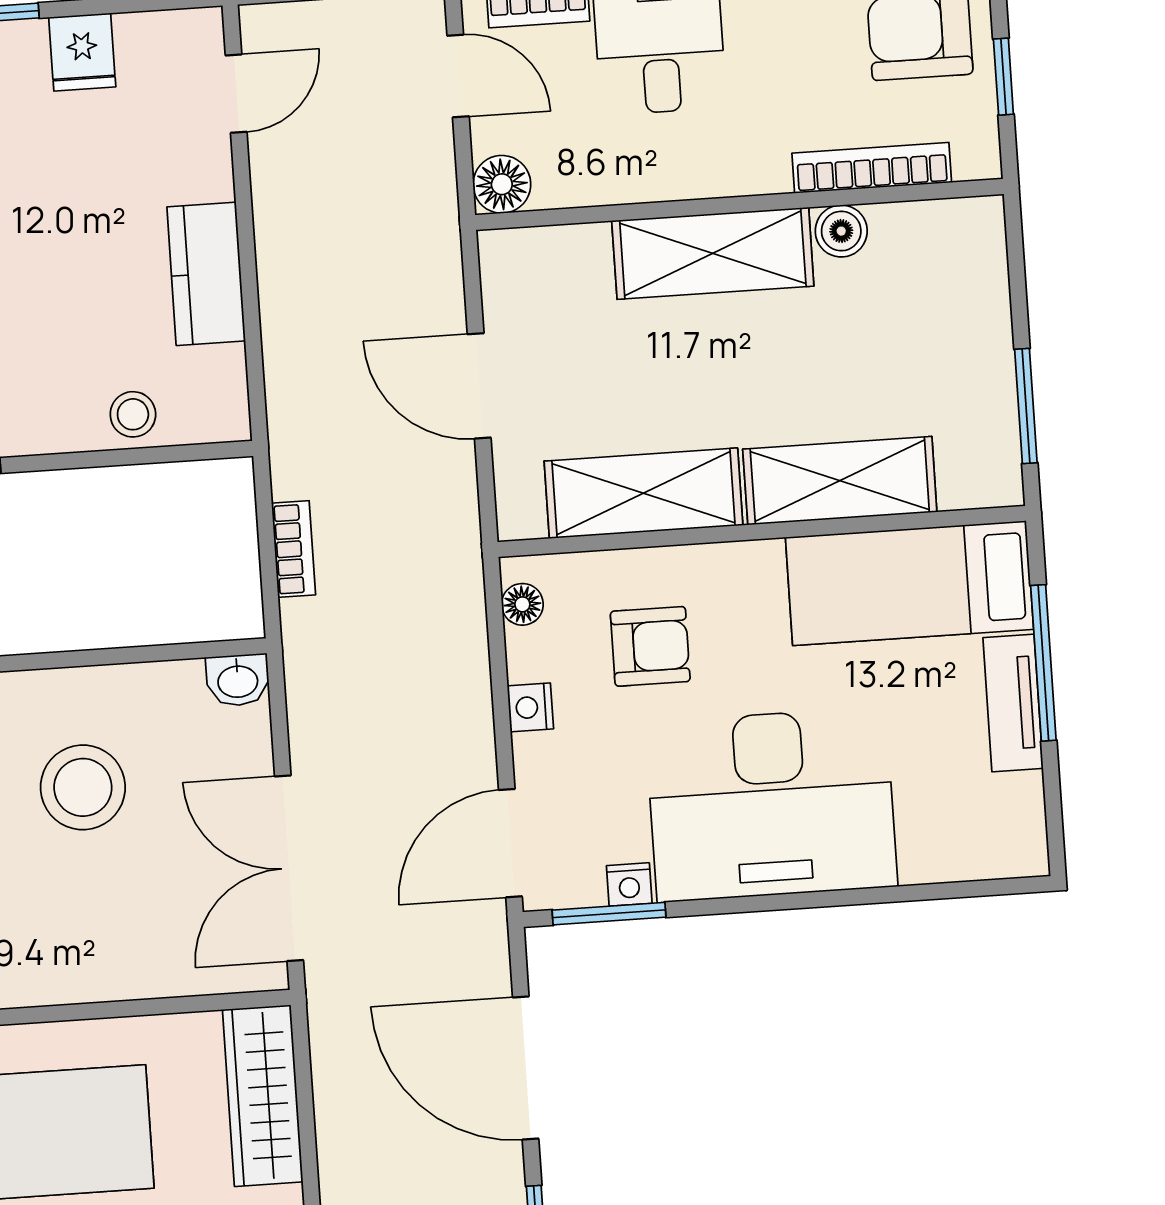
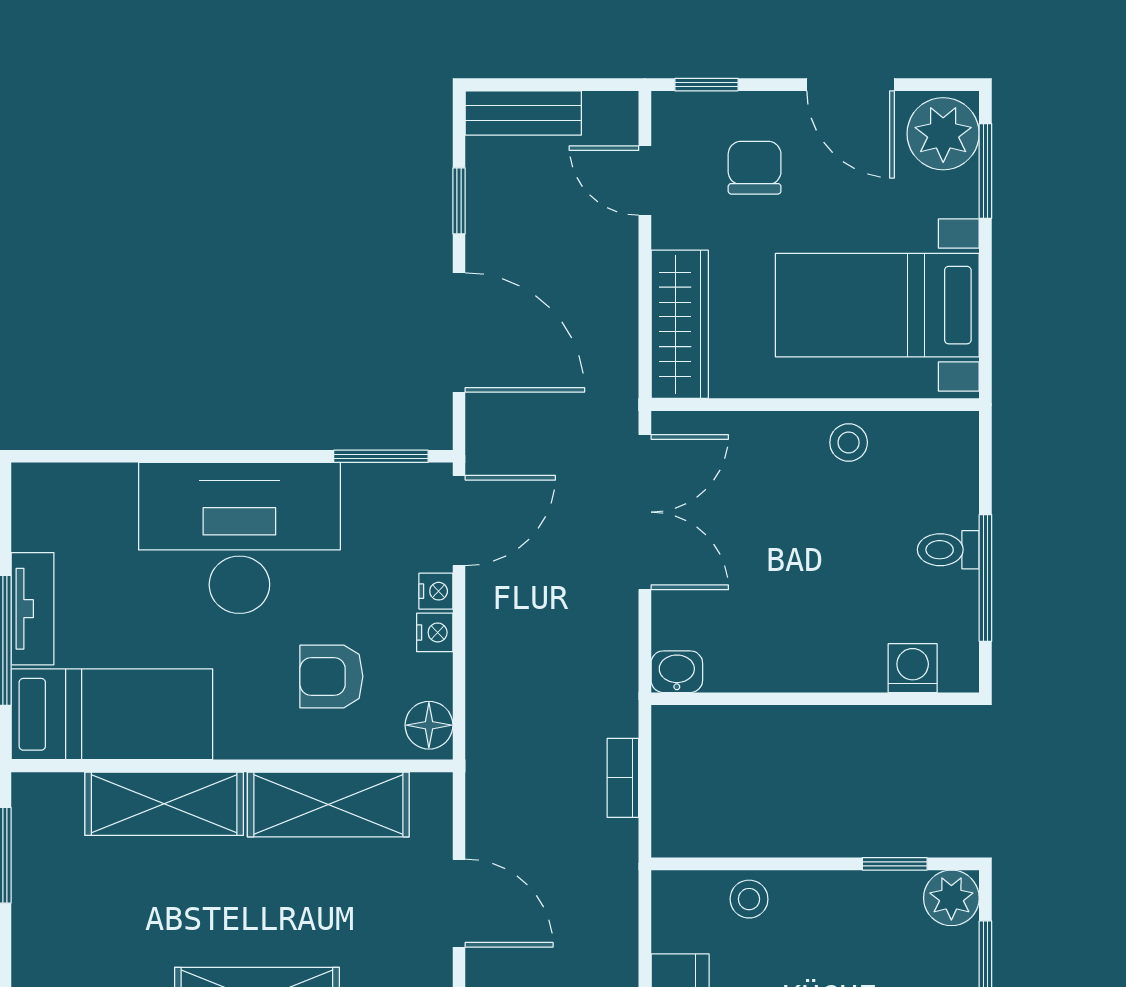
floor lamp: (522, 604) -> (429, 725), width x1.37, depth x1.37
stool: (83, 787) -> (849, 442), moved, width x0.53, depth x0.53
nightstand: (629, 884) -> (436, 591), moved, turned 90

